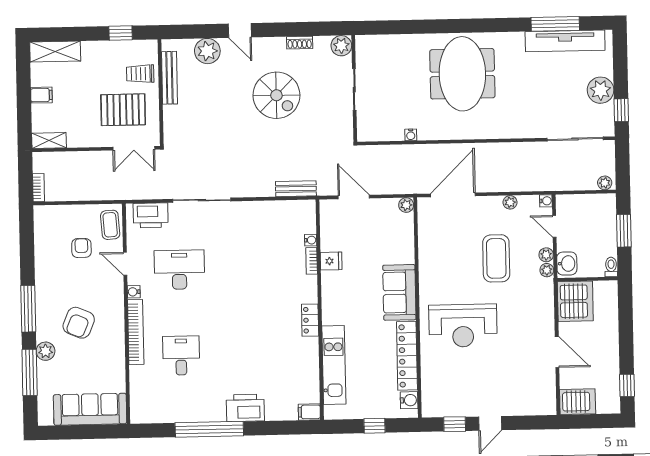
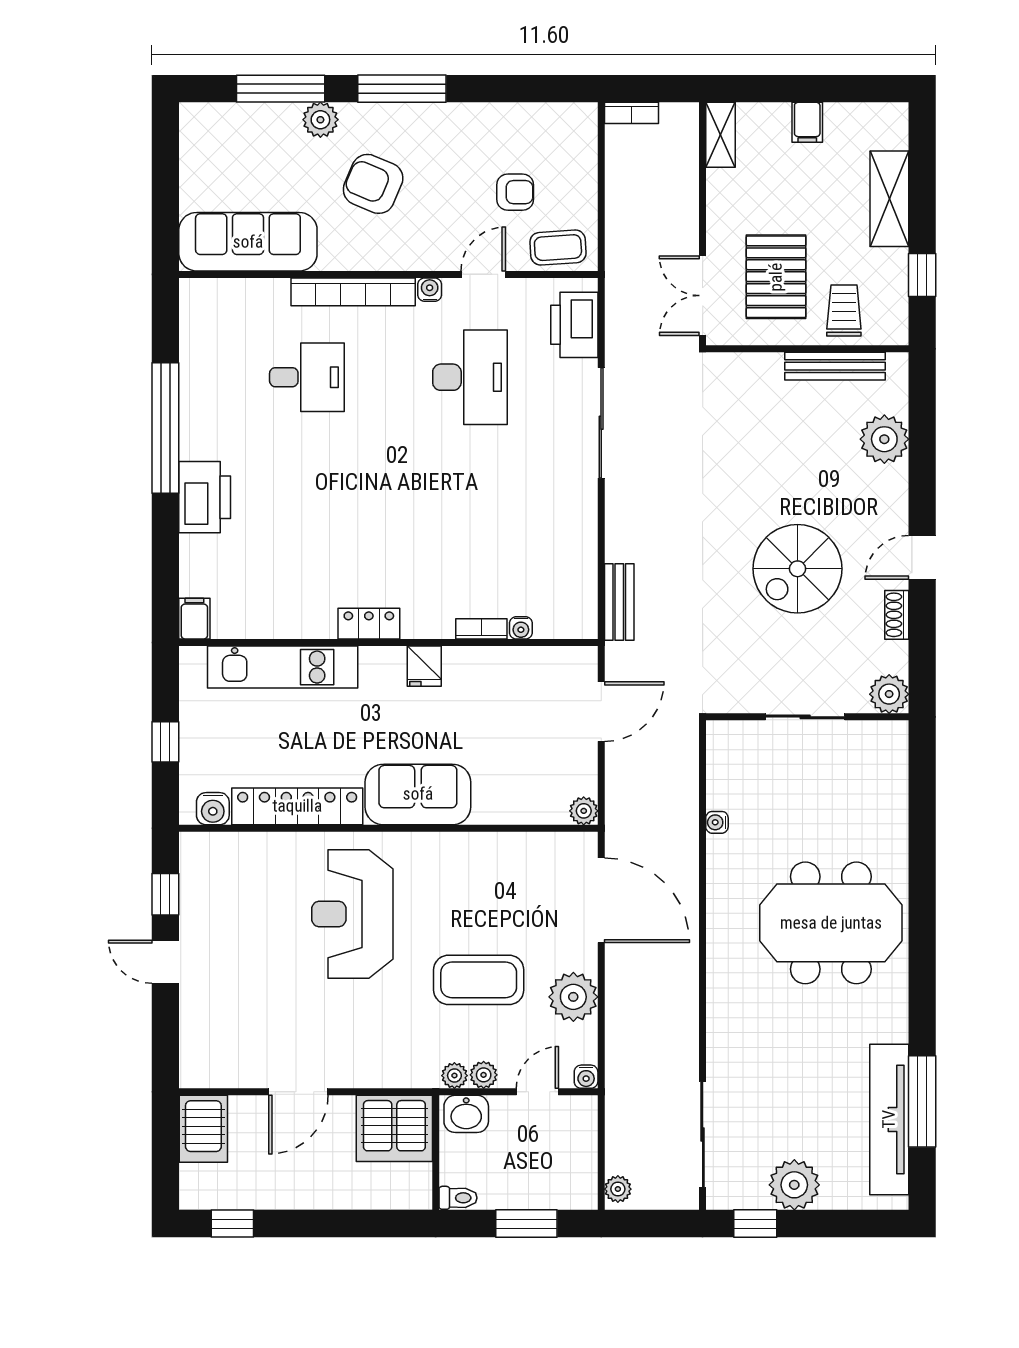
door: (240, 30) -> (922, 557), moved
shelving: (55, 52) -> (889, 199), moved
plant: (510, 202) -> (573, 997), width x1.88, depth x1.88
fridge: (331, 261) -> (424, 666), moved
sofa: (90, 409) -> (248, 242), moved, turned -90

